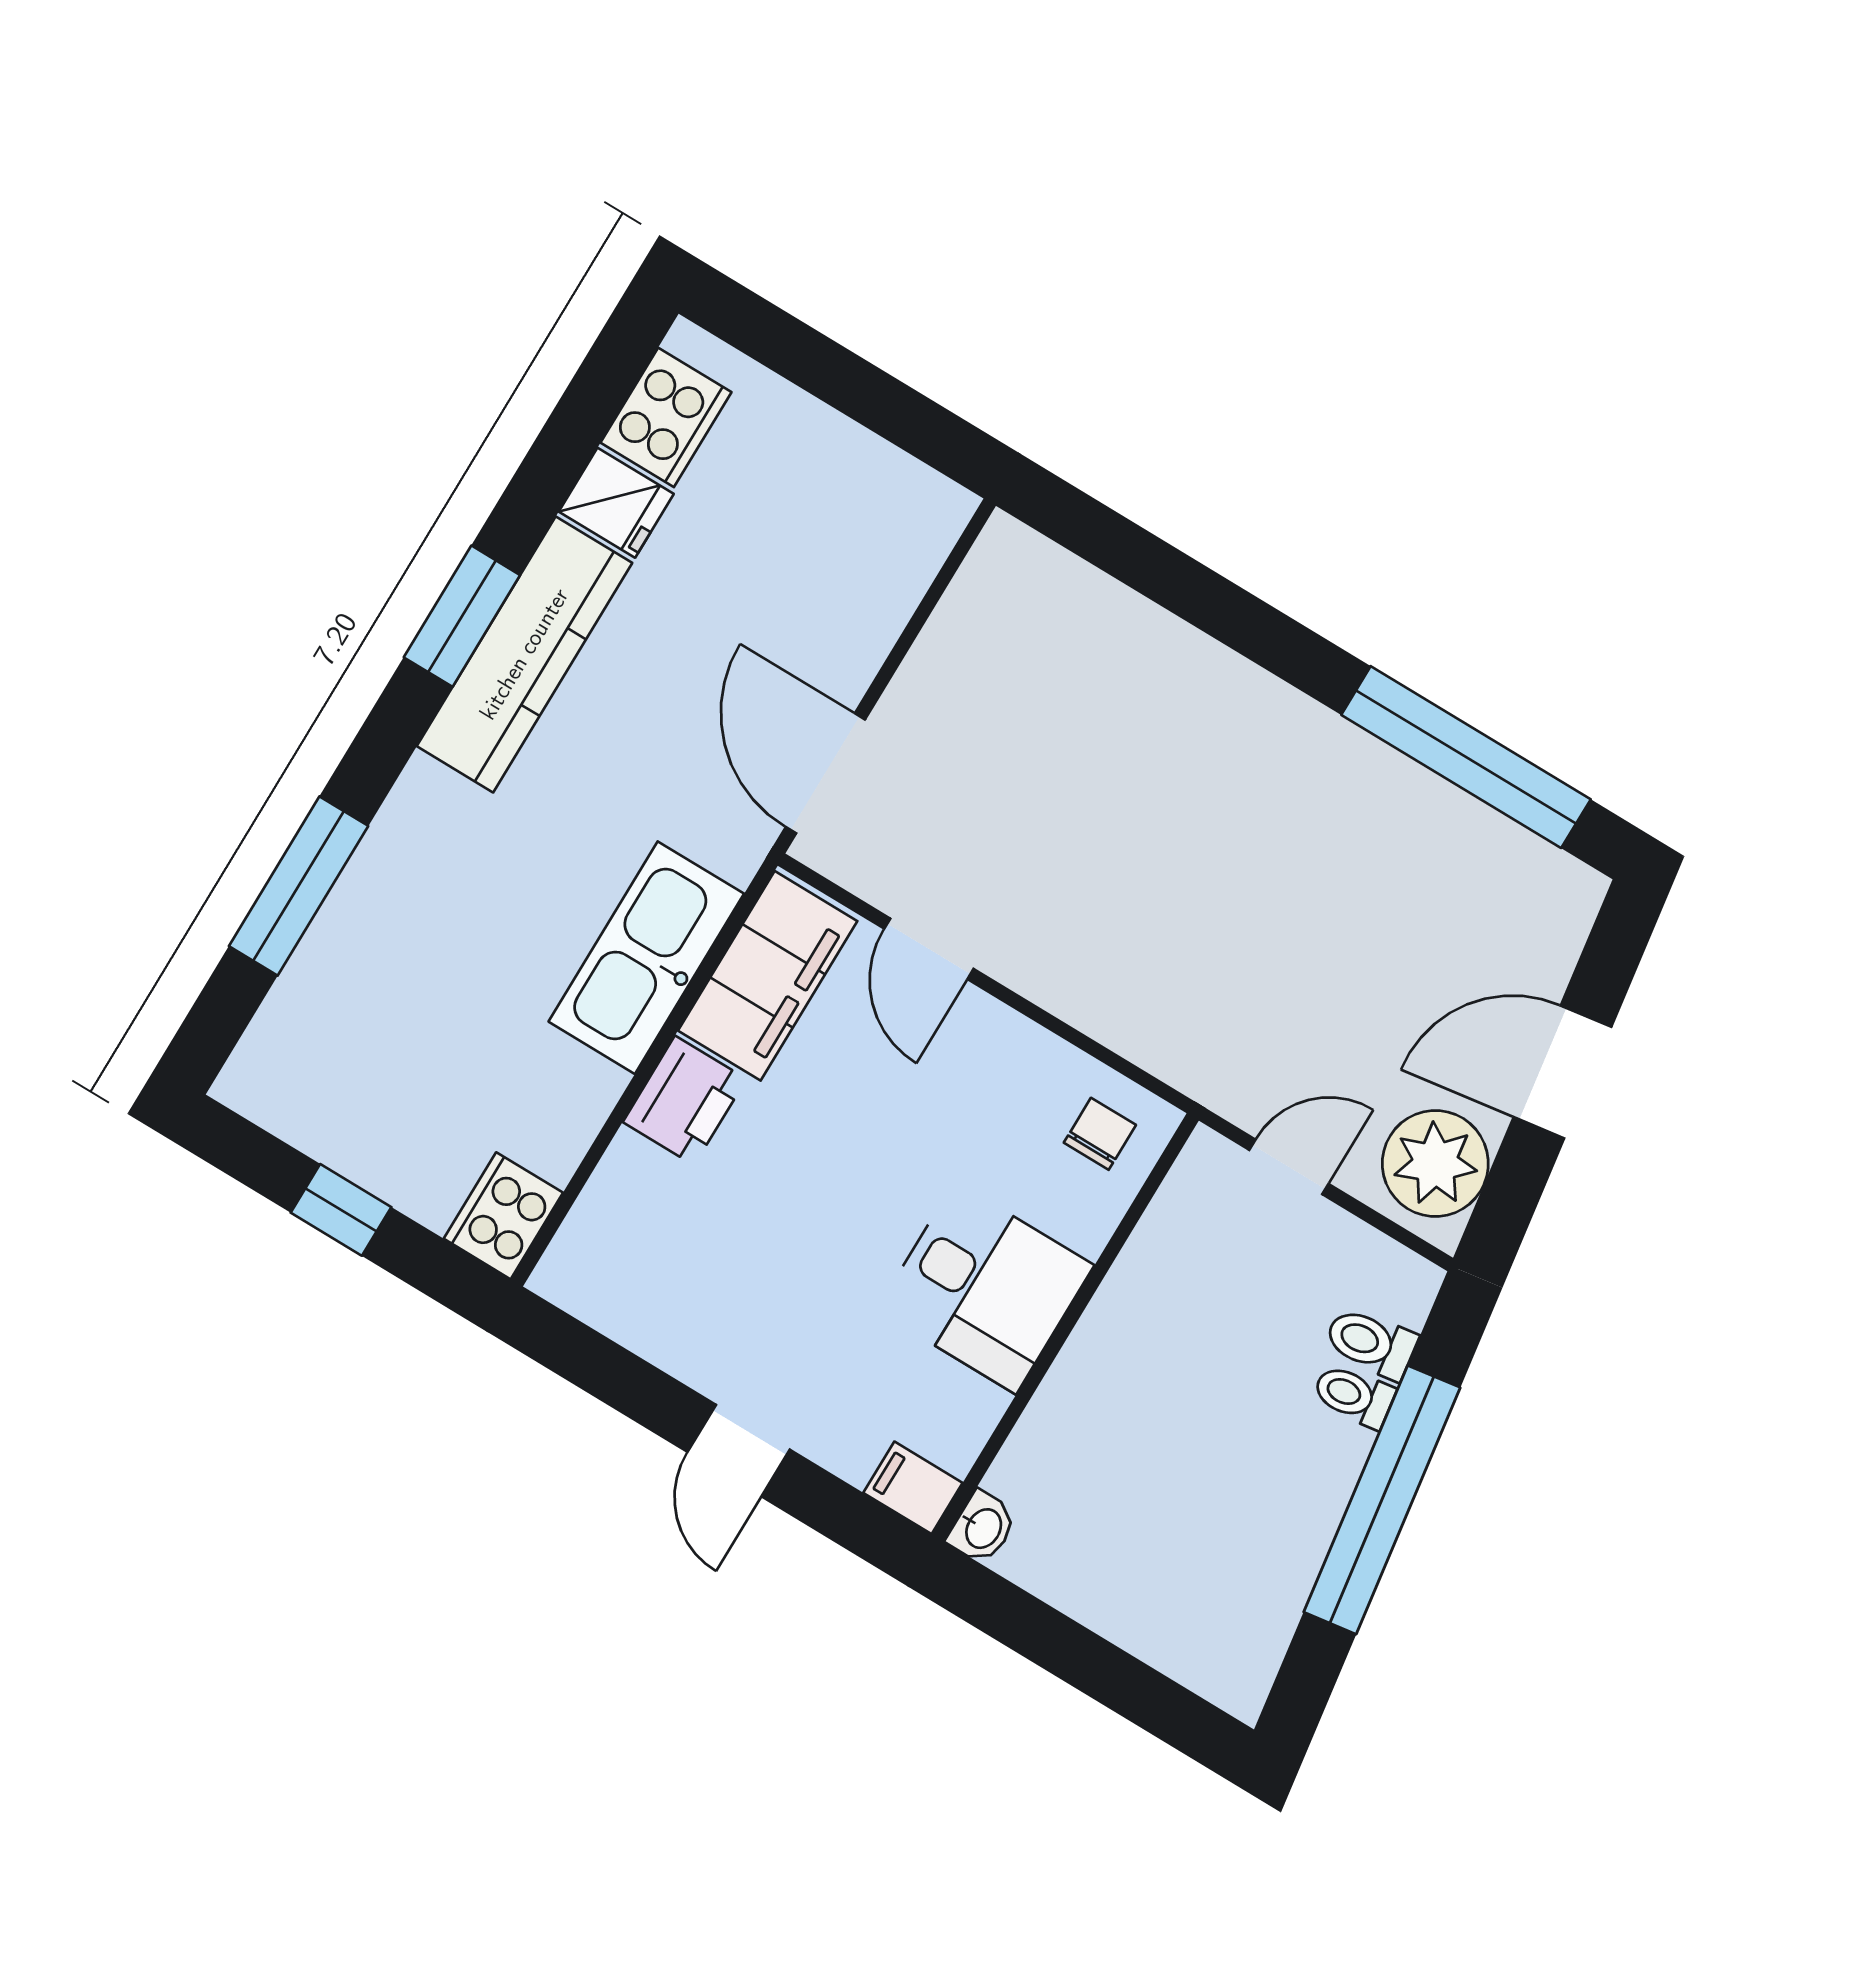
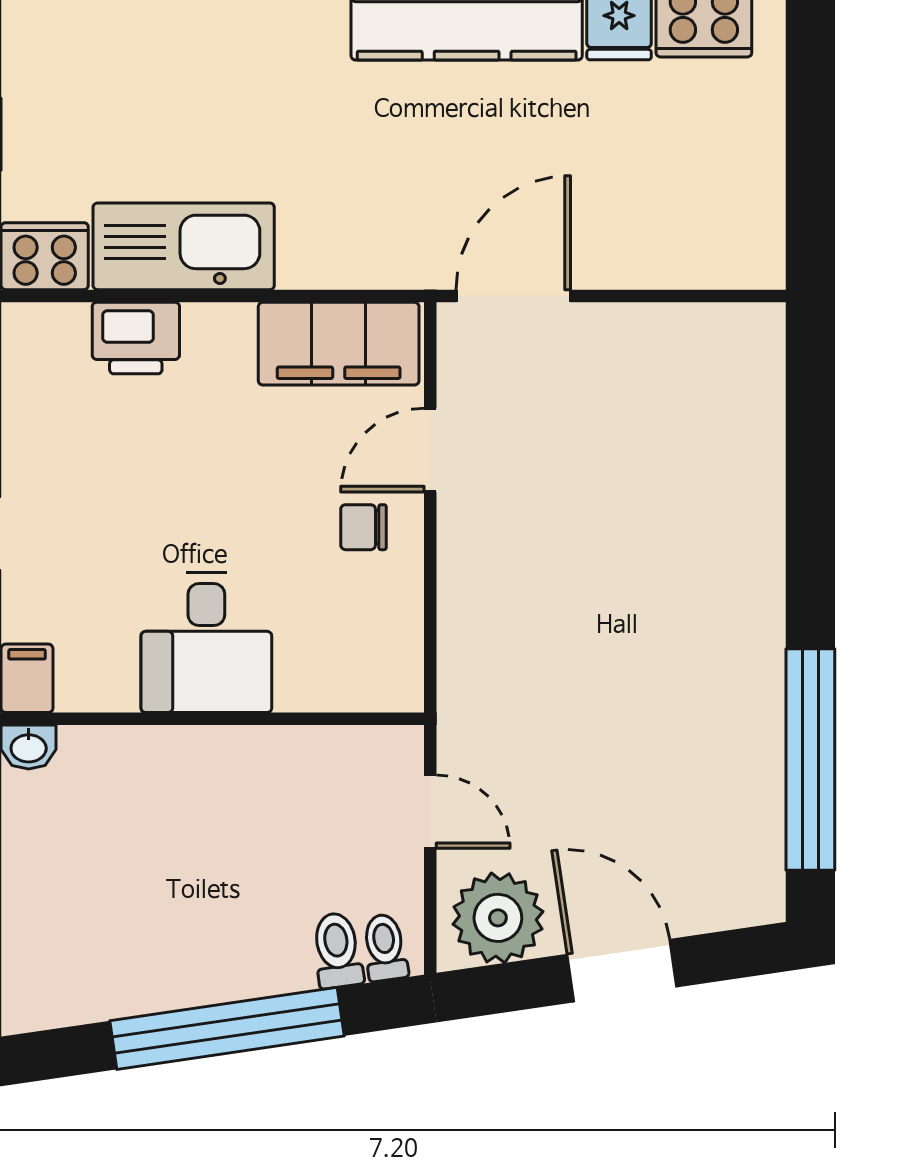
kitchen sink: (646, 958) -> (184, 246), moved
printer: (685, 1101) -> (136, 338), moved
chair: (1100, 1134) -> (364, 527), moved, turned 180
toilet: (1354, 1396) -> (385, 948), moved

